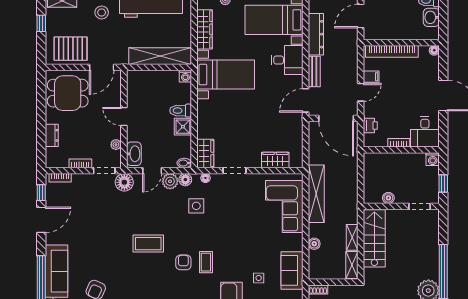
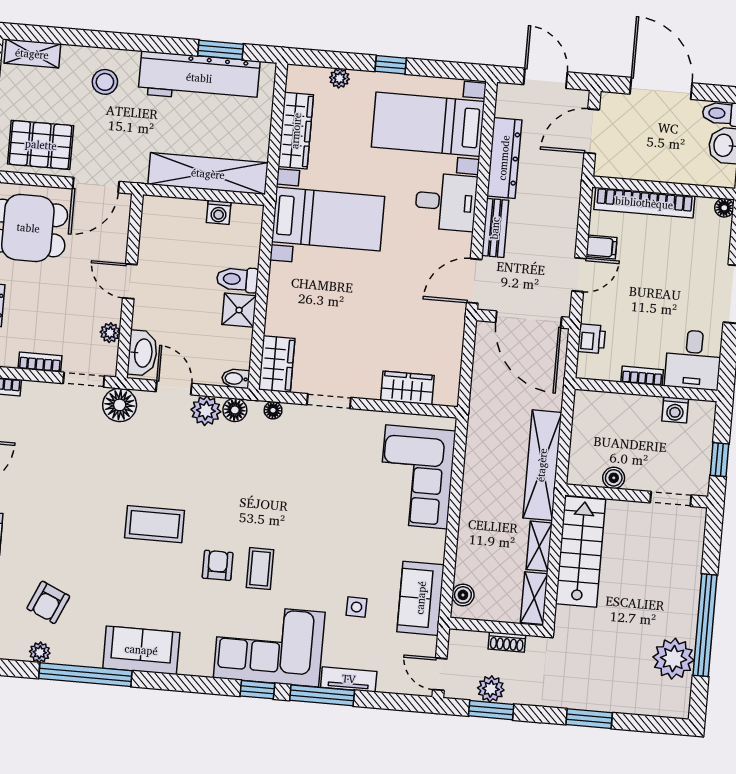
washing machine: (185, 76) -> (219, 212), moved
washing machine: (433, 159) -> (675, 410), moved
door: (152, 171) -> (174, 388), swing flipped
shelving: (316, 194) -> (542, 465), moved
side table: (196, 206) -> (251, 461), removed
boiler: (314, 244) -> (463, 595), moved
shoe rack: (318, 290) -> (507, 642), moved

